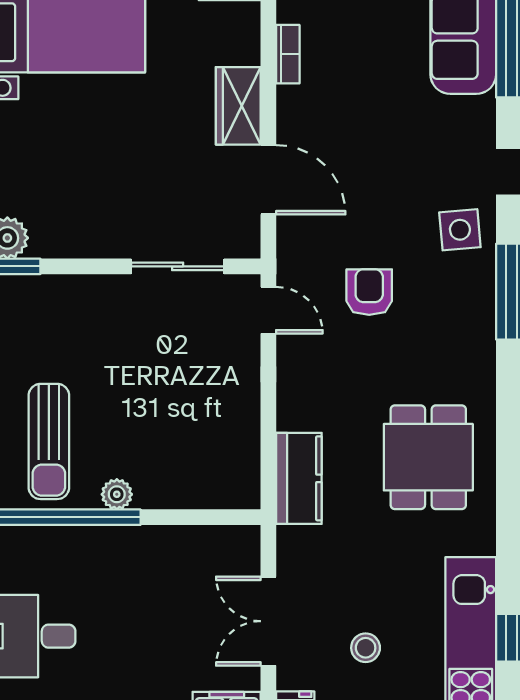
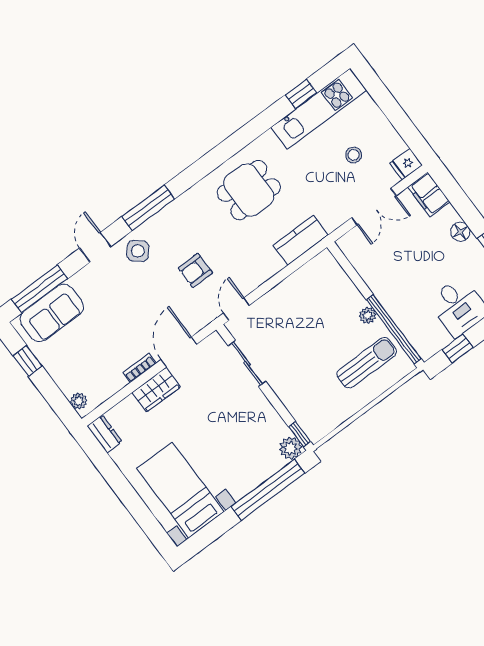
bookcase: (288, 54) -> (140, 368), moved
side table: (460, 230) -> (138, 251), turned 45

